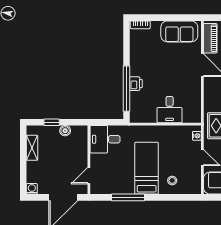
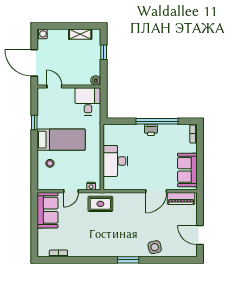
printer: (136, 84) -> (151, 130), moved
window: (126, 89) -> (157, 121), moved
desk: (170, 110) -> (115, 161), width x1.37
boiler: (65, 131) -> (96, 80), moved
window: (128, 197) -> (34, 123), width x0.46

